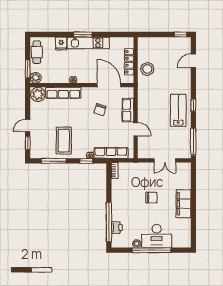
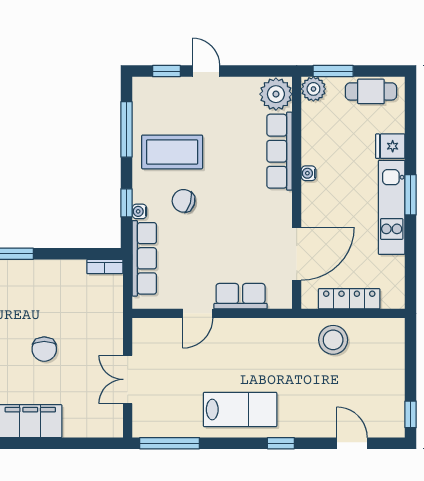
window: (193, 105) -> (281, 443), moved
chair: (100, 110) -> (184, 201), moved

